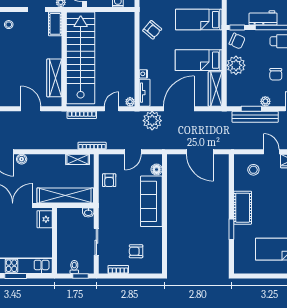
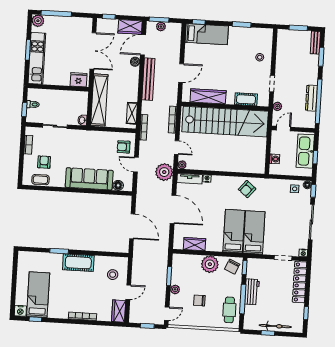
cot: (55, 24) -> (246, 99), moved
bed: (199, 60) -> (234, 231), moved
wardrobe: (215, 89) -> (195, 244), width x0.67
bench: (255, 117) -> (148, 79), moved
plant: (152, 121) -> (164, 172), moved
door: (200, 152) -> (132, 226), swing flipped
armchair: (109, 180) -> (124, 147), moved
coffee table: (155, 254) -> (40, 180), added

